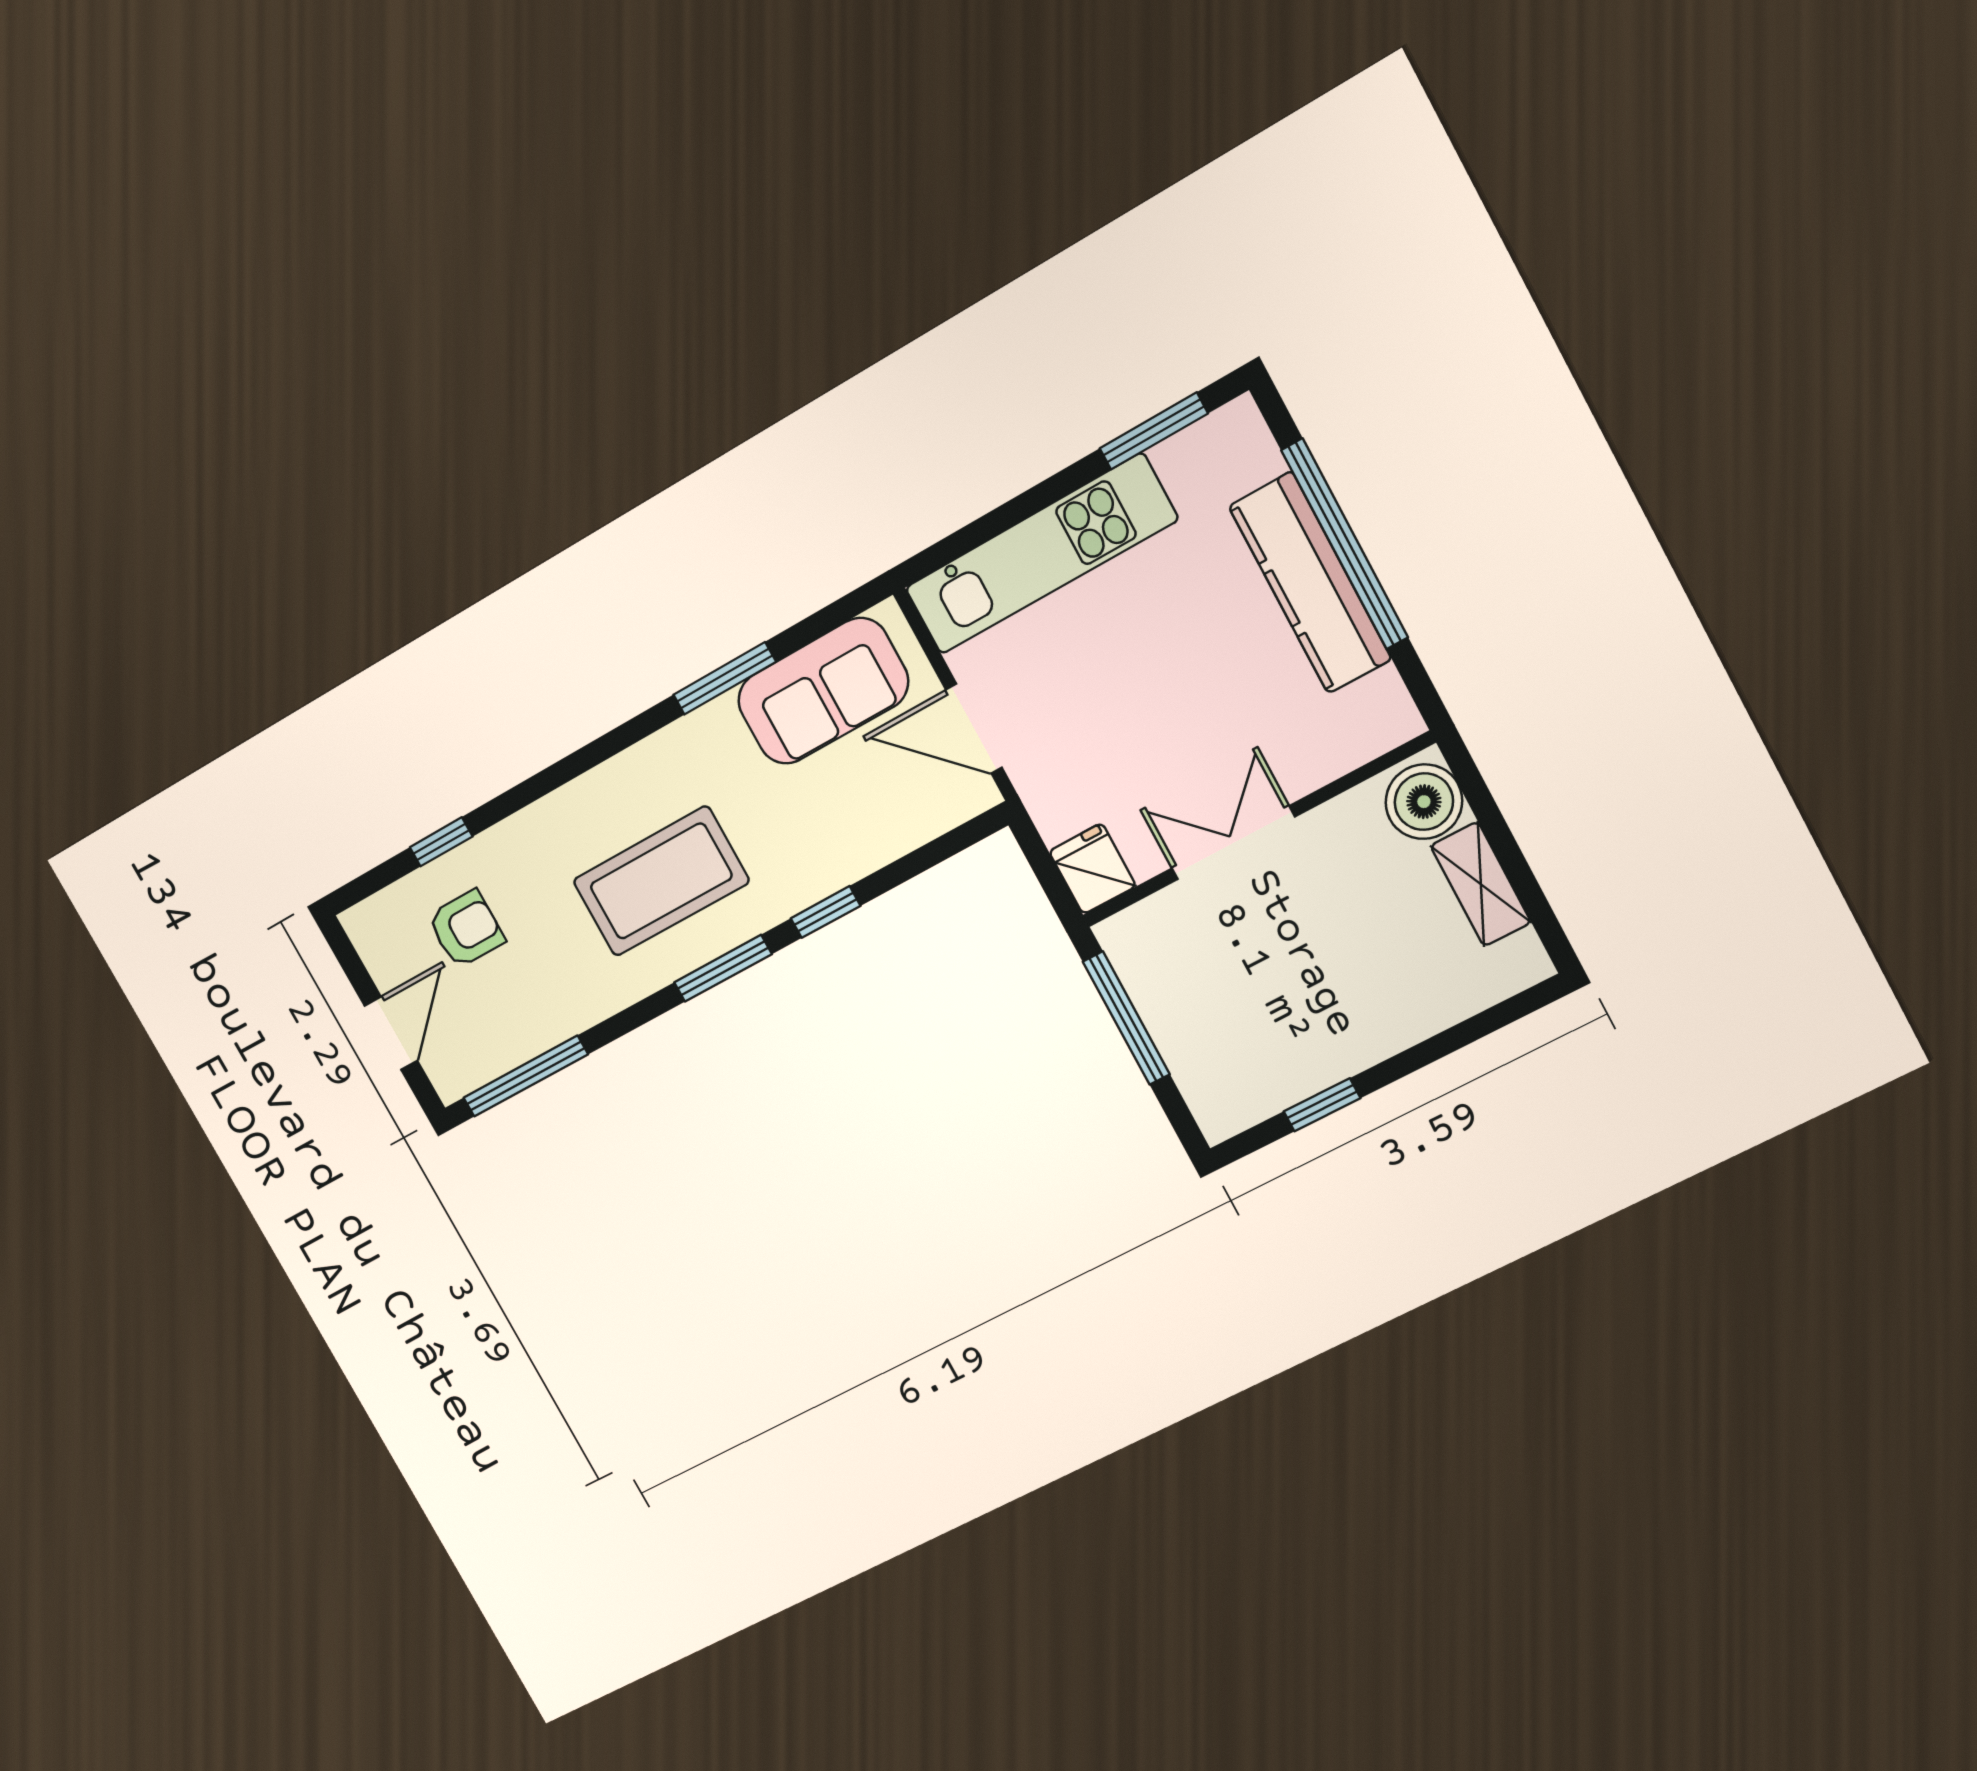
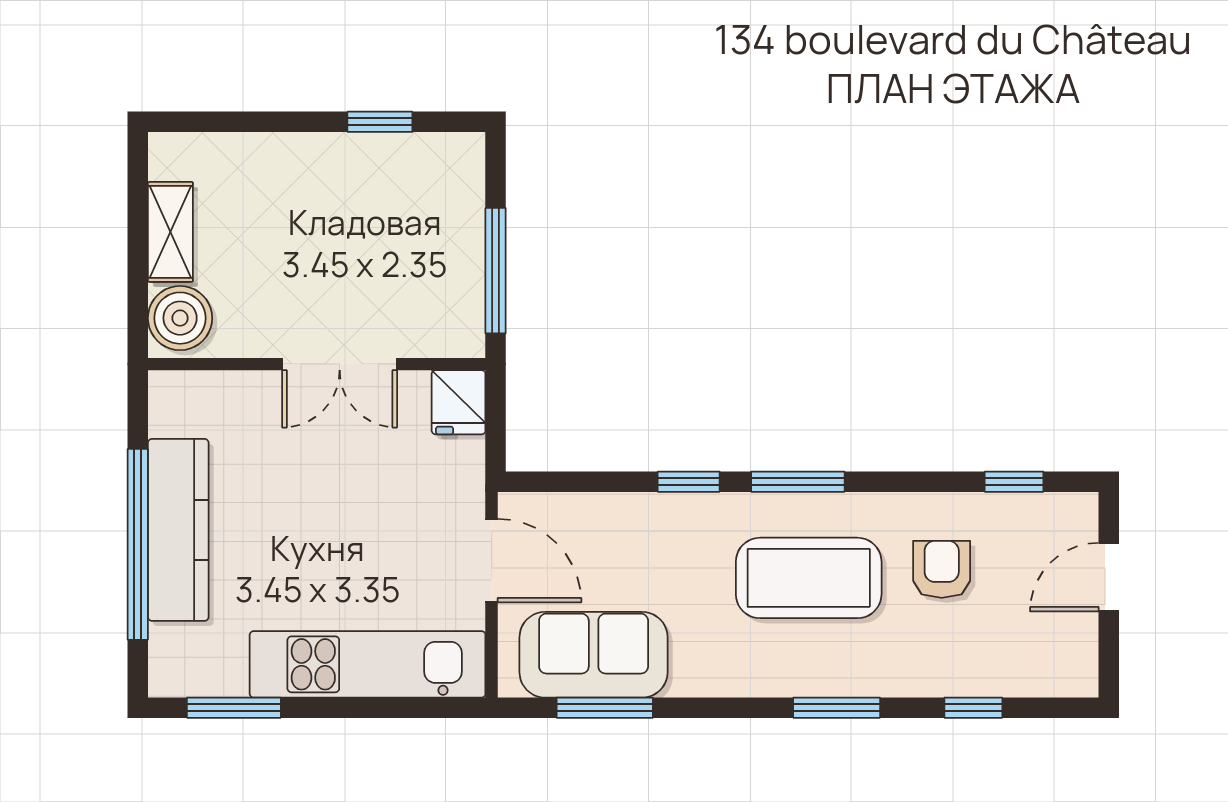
window: (724, 678) -> (605, 708), moved
window: (565, 770) -> (837, 708), added
armchair: (466, 929) -> (942, 569), moved, turned 90
window: (526, 1076) -> (1014, 482), width x0.46

